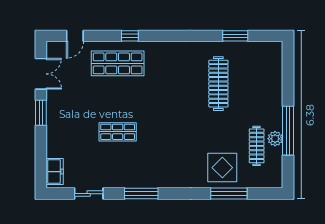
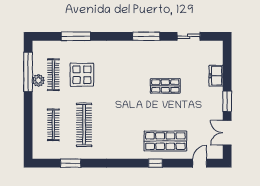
clothes rail: (257, 84) -> (53, 125), added
window: (288, 131) -> (28, 72), moved
display table: (222, 168) -> (82, 75), moved
freezer: (55, 172) -> (216, 76), moved

